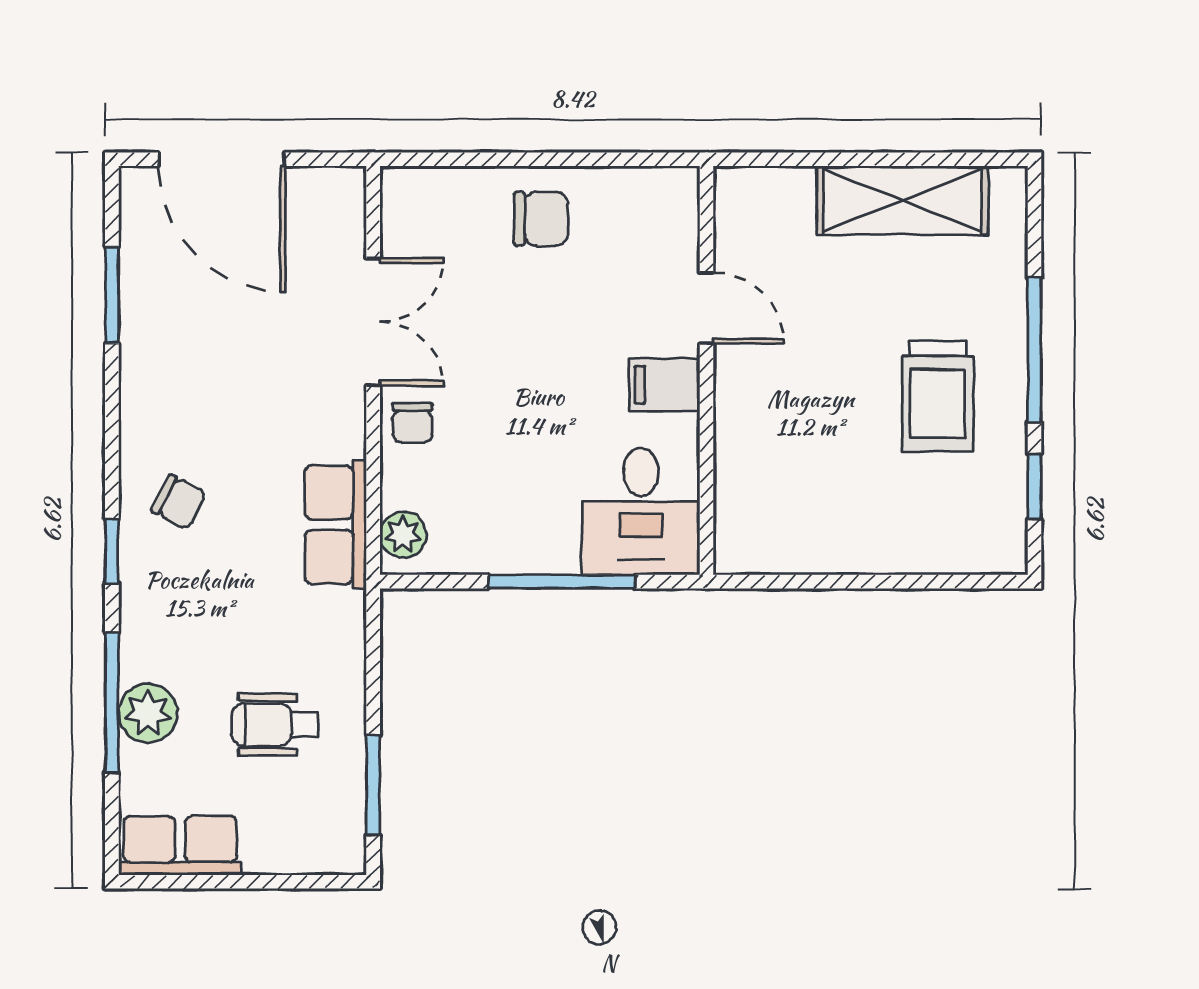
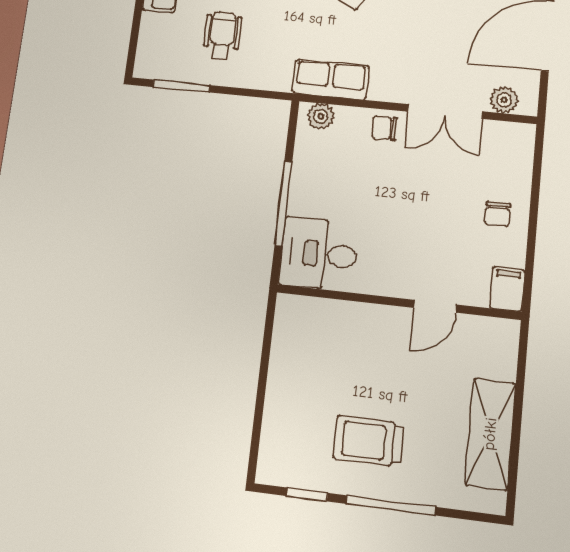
chair: (541, 219) -> (498, 214), width x0.73, depth x0.73
plant: (343, 224) -> (504, 100), added
filing cabinet: (665, 385) -> (507, 289), moved

